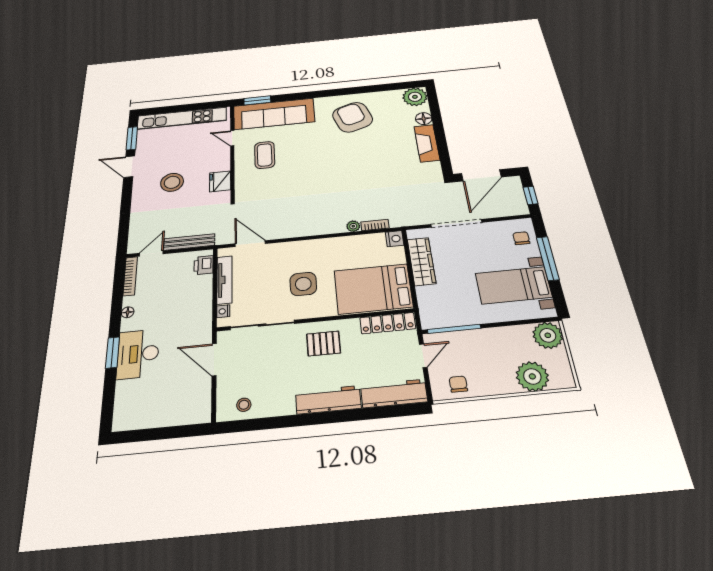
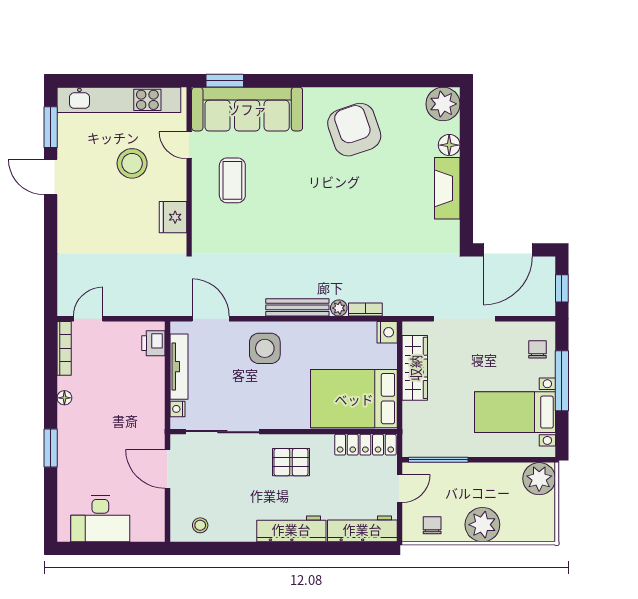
stool: (172, 182) -> (132, 163), moved
bench: (189, 242) -> (297, 307), moved
side table: (303, 284) -> (265, 348), moved
desk: (138, 354) -> (100, 519), moved, turned -90
plant: (532, 376) -> (482, 525), moved

